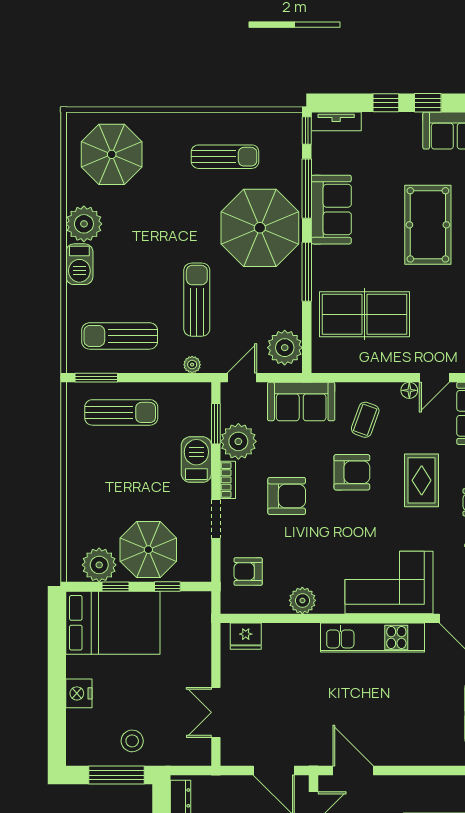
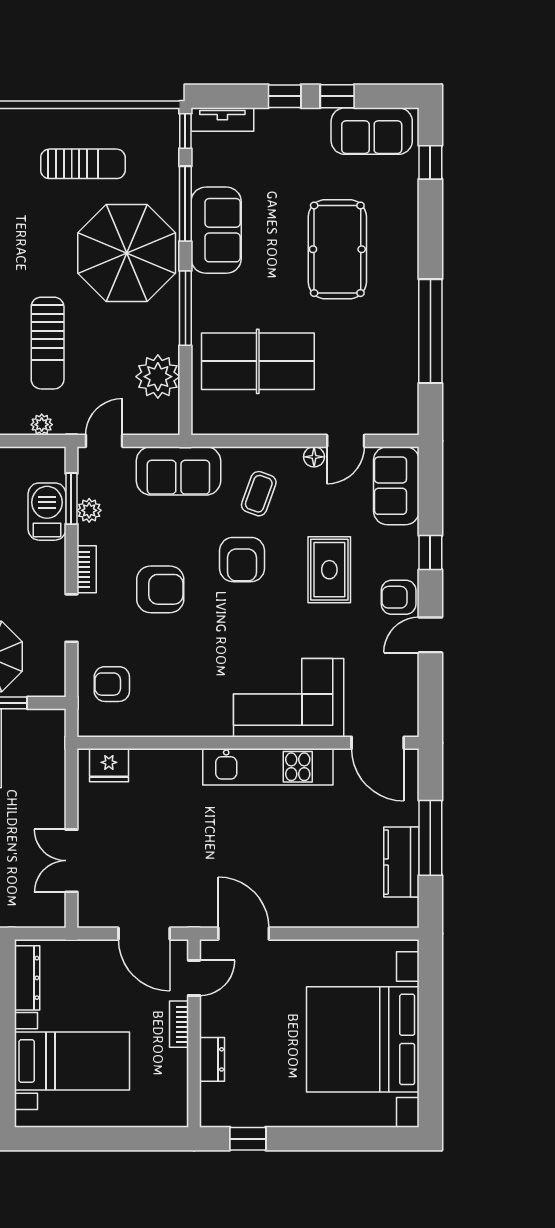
sun lounger: (197, 300) -> (48, 343), turned 180
plant: (285, 348) -> (158, 377), moved
plant: (238, 441) -> (89, 510), width x0.53, depth x0.53
barbecue: (196, 460) -> (47, 512), moved
armchair: (352, 472) -> (242, 560), turned 90
plant: (302, 600) -> (180, 720), removed

